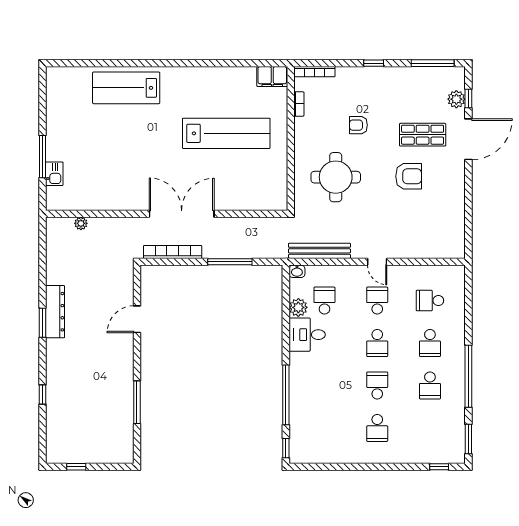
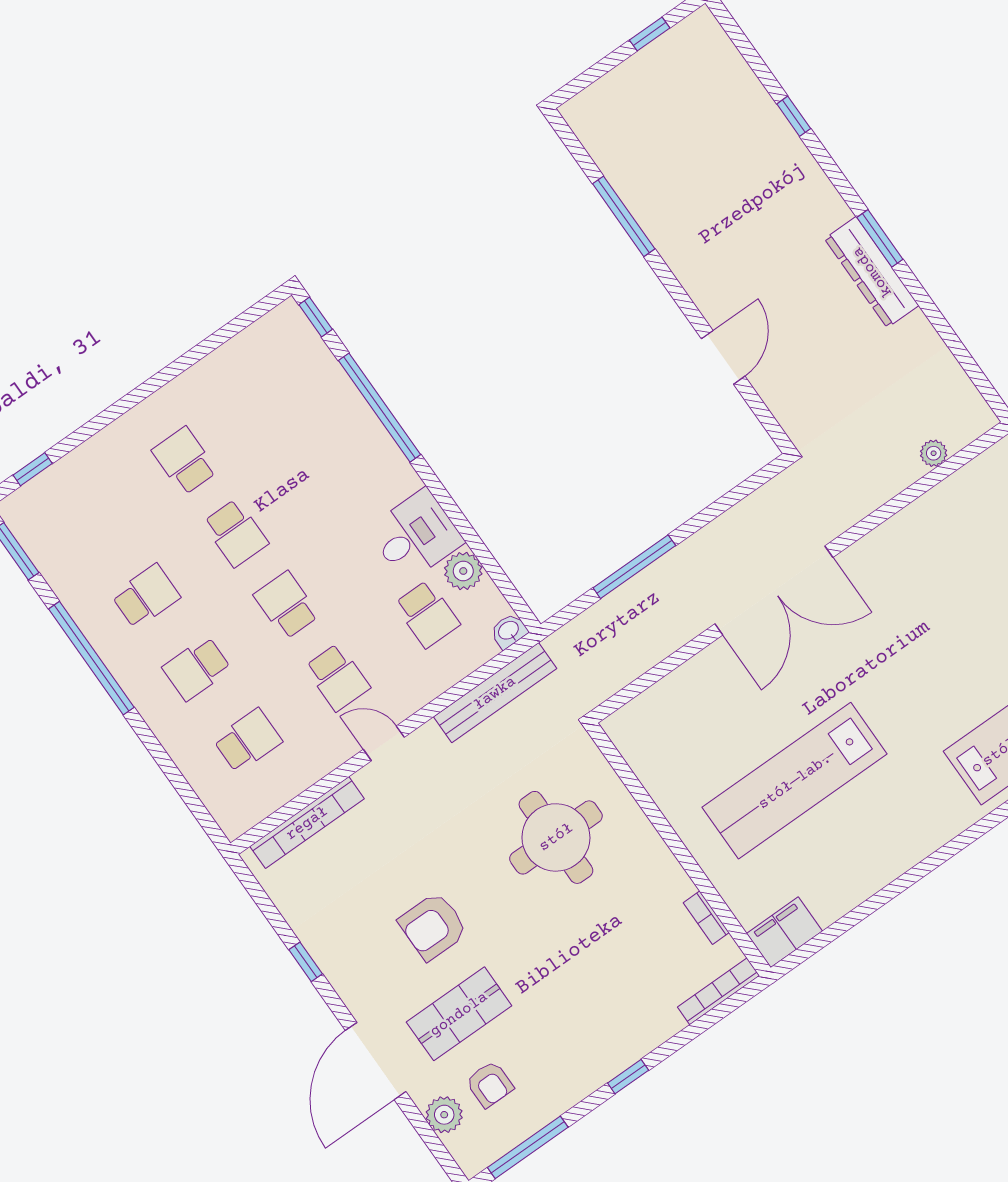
window: (468, 98) -> (306, 962), moved
armchair: (358, 125) -> (490, 1084), moved, turned 90
bookcase: (173, 252) -> (307, 823), moved
school desk: (430, 343) -> (197, 668), turned -90
school desk: (430, 385) -> (146, 596), turned 90

